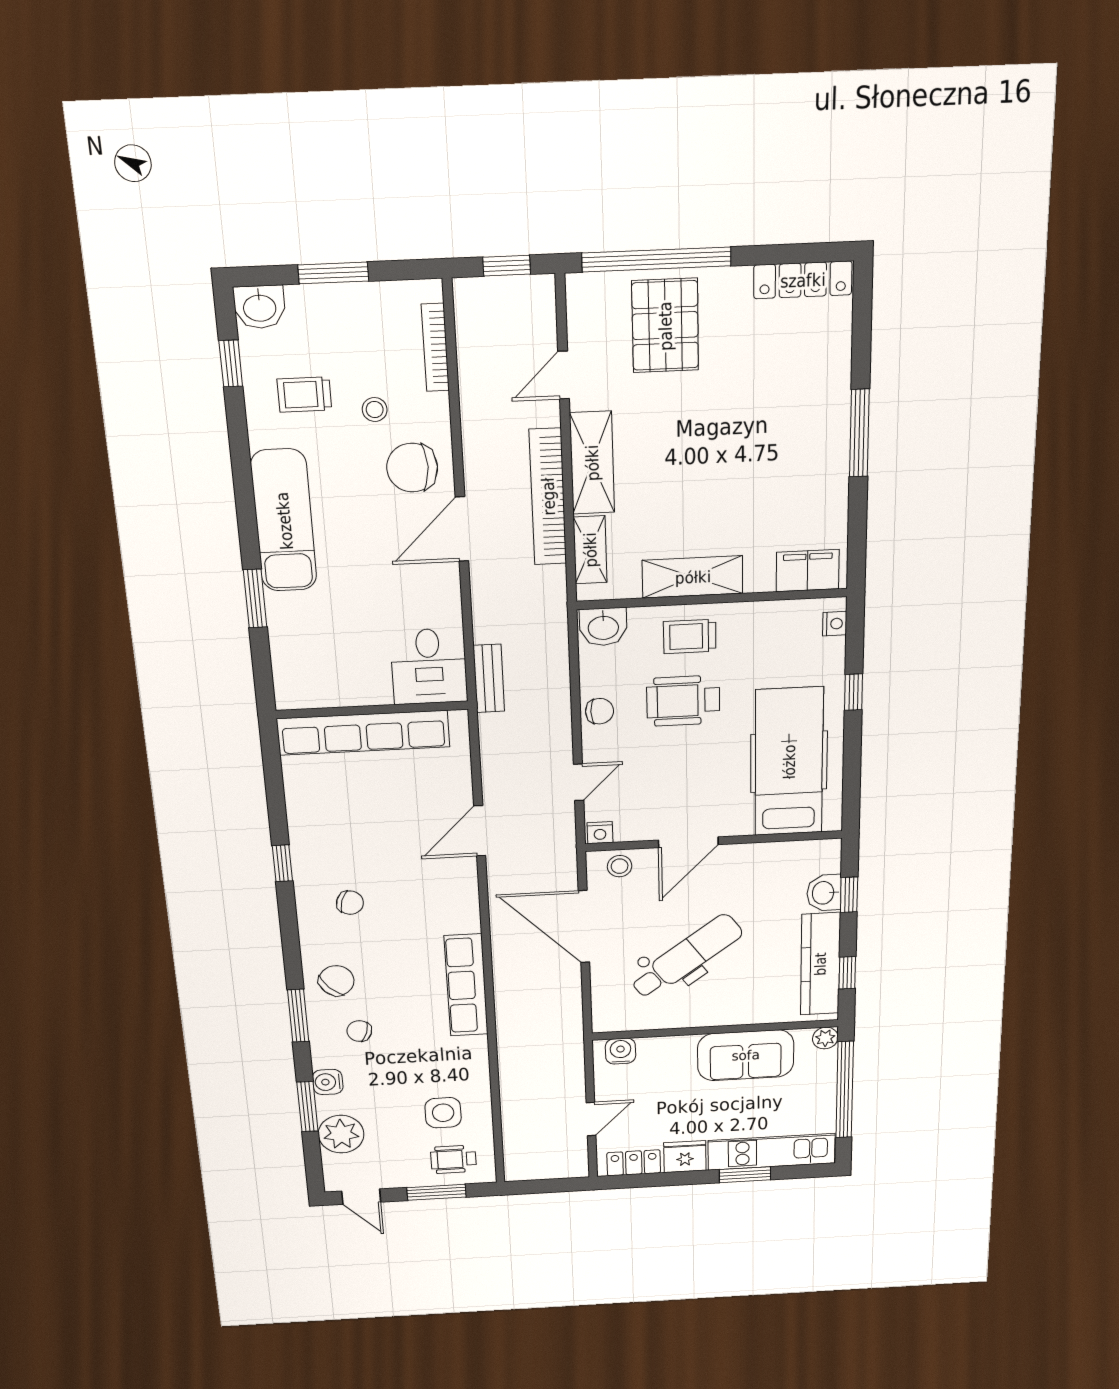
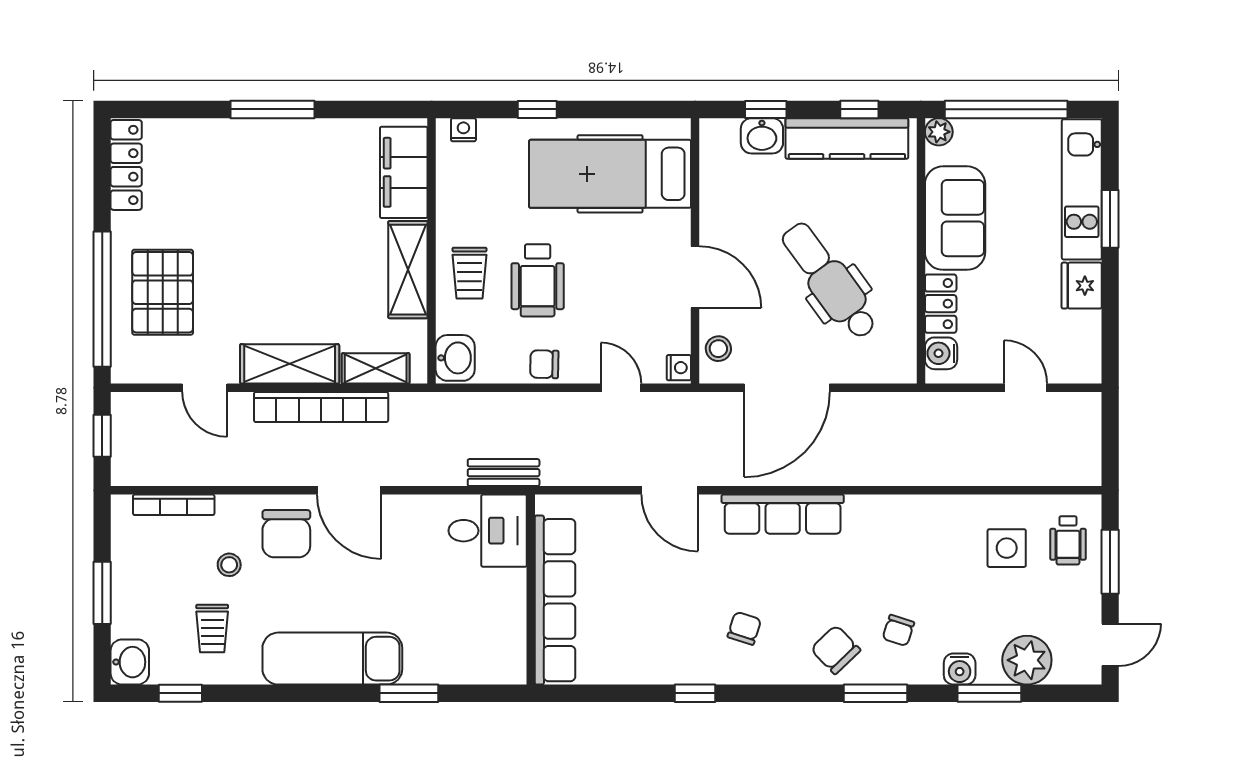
pallet: (665, 326) -> (163, 292), turned 90
filing cabinet: (808, 571) -> (404, 172), width x1.50, depth x1.17
chair: (600, 711) -> (544, 364), turned -89
row of seats: (466, 985) -> (783, 514), moved
locker: (634, 1163) -> (941, 304), moved, turned 180

